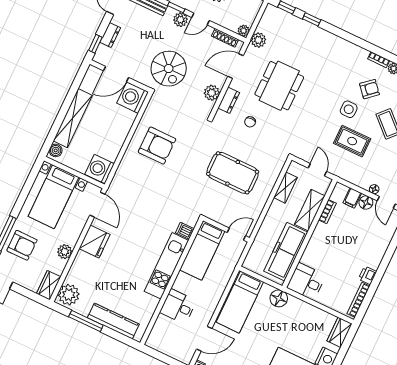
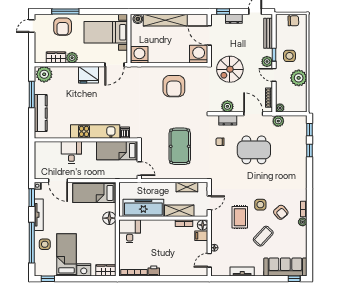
floor lamp: (366, 203) -> (203, 225), moved
wardrobe: (49, 285) -> (56, 58), moved

